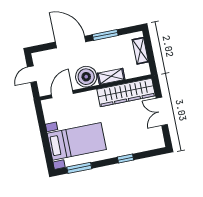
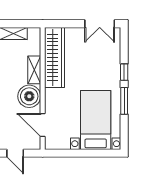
double door: (162, 111) -> (100, 24), moved
window: (79, 168) -> (124, 101), moved

